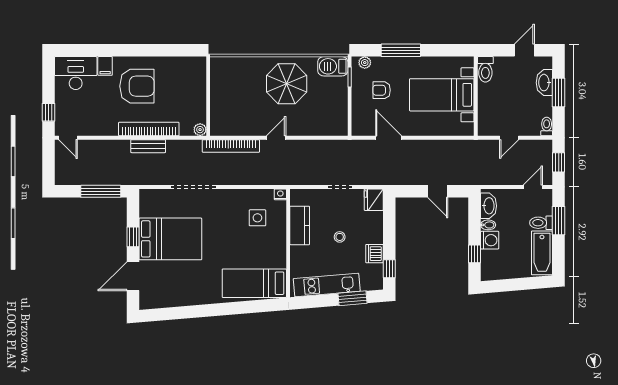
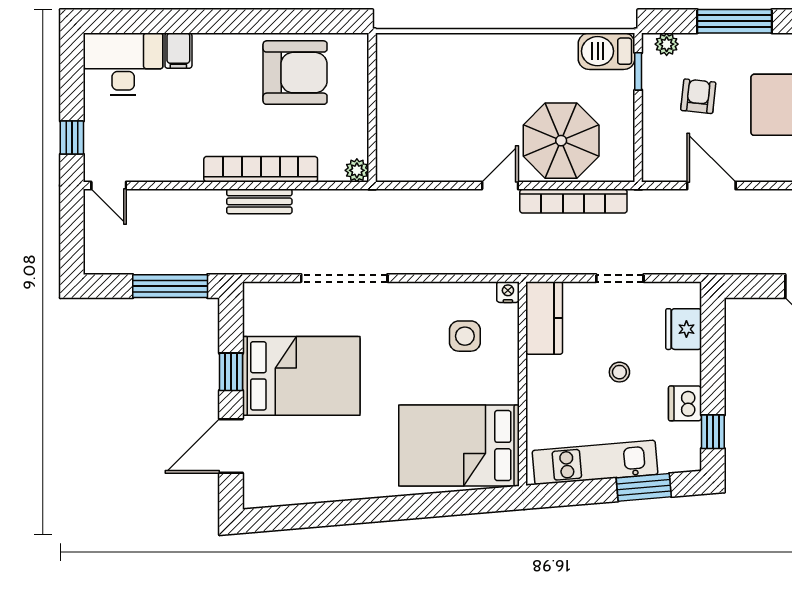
parasol: (287, 84) -> (561, 141), moved
armchair: (137, 86) -> (295, 73), moved
armchair: (382, 90) -> (698, 96), turned 96
bookcase: (231, 146) -> (573, 201), moved
fridge: (374, 200) -> (684, 329), moved
kitchen counter: (300, 225) -> (544, 318), moved
bed: (254, 283) -> (459, 446), width x1.50

